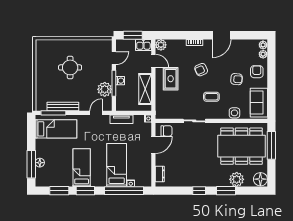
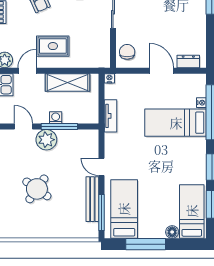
round table: (70, 67) -> (37, 189), turned 35
plant: (105, 89) -> (46, 140), moved
door: (96, 113) -> (101, 167), moved
door: (153, 145) -> (161, 71), moved
window: (31, 164) -> (146, 244), moved
bed: (82, 168) -> (192, 211), moved, turned 90

